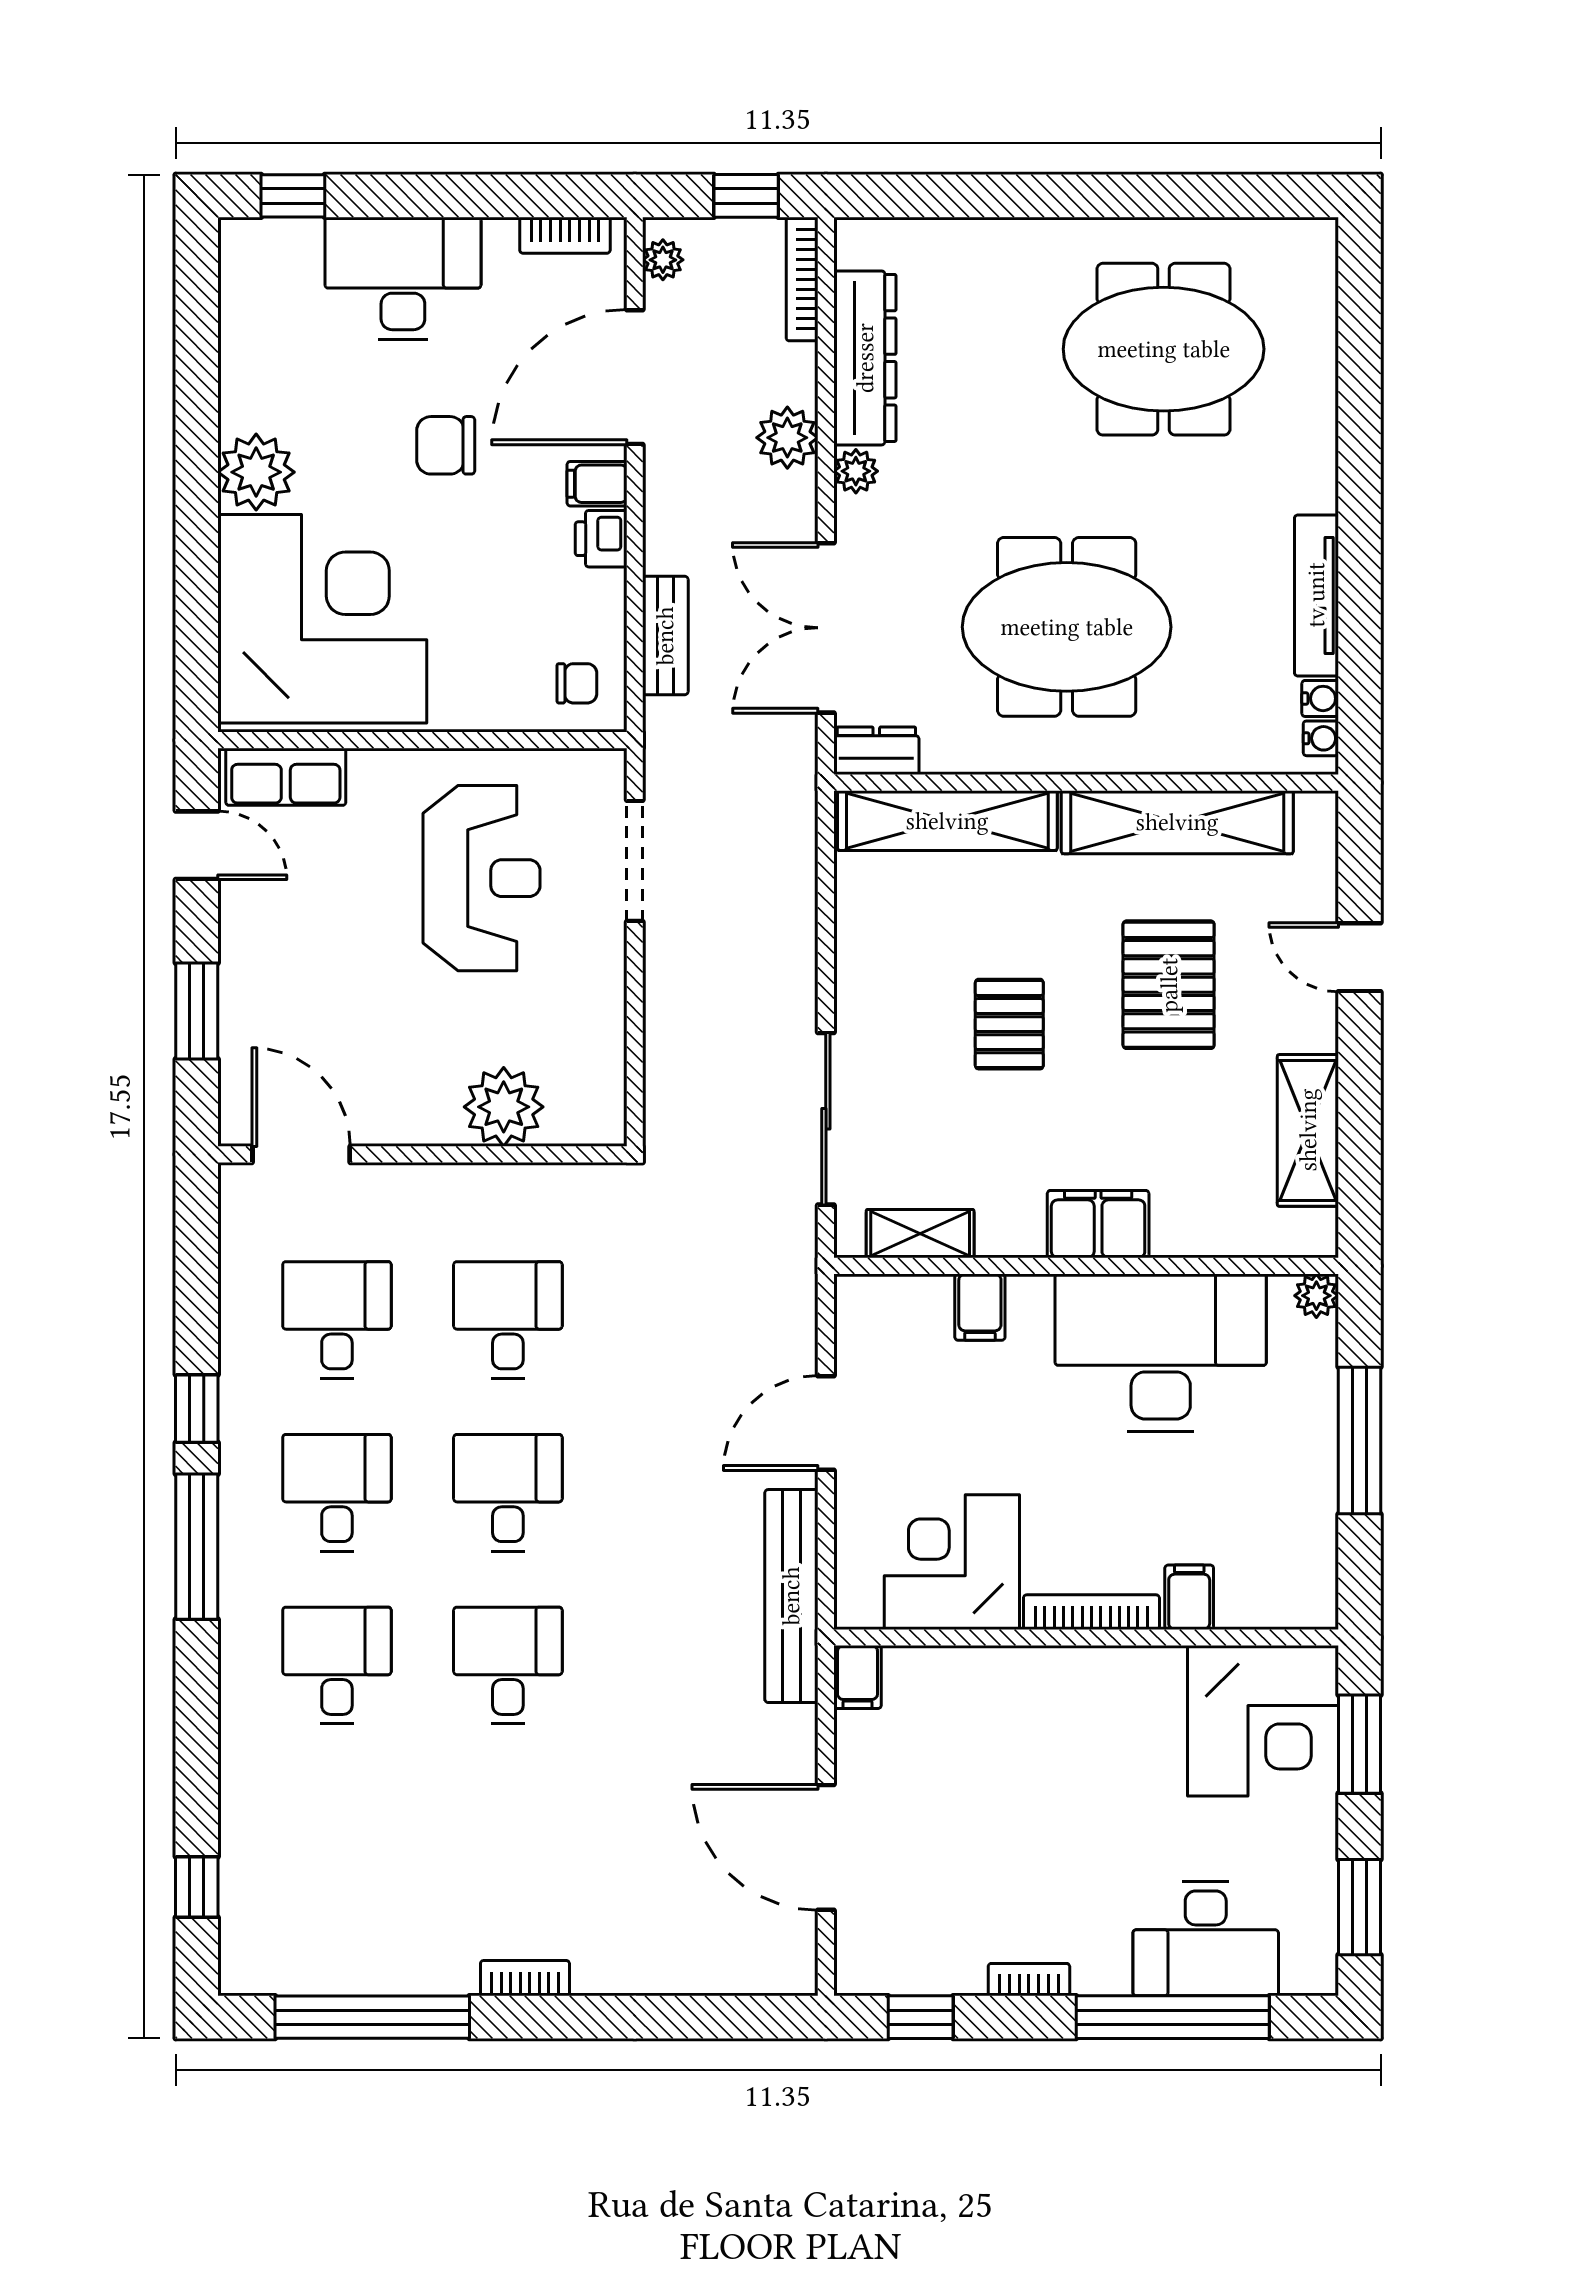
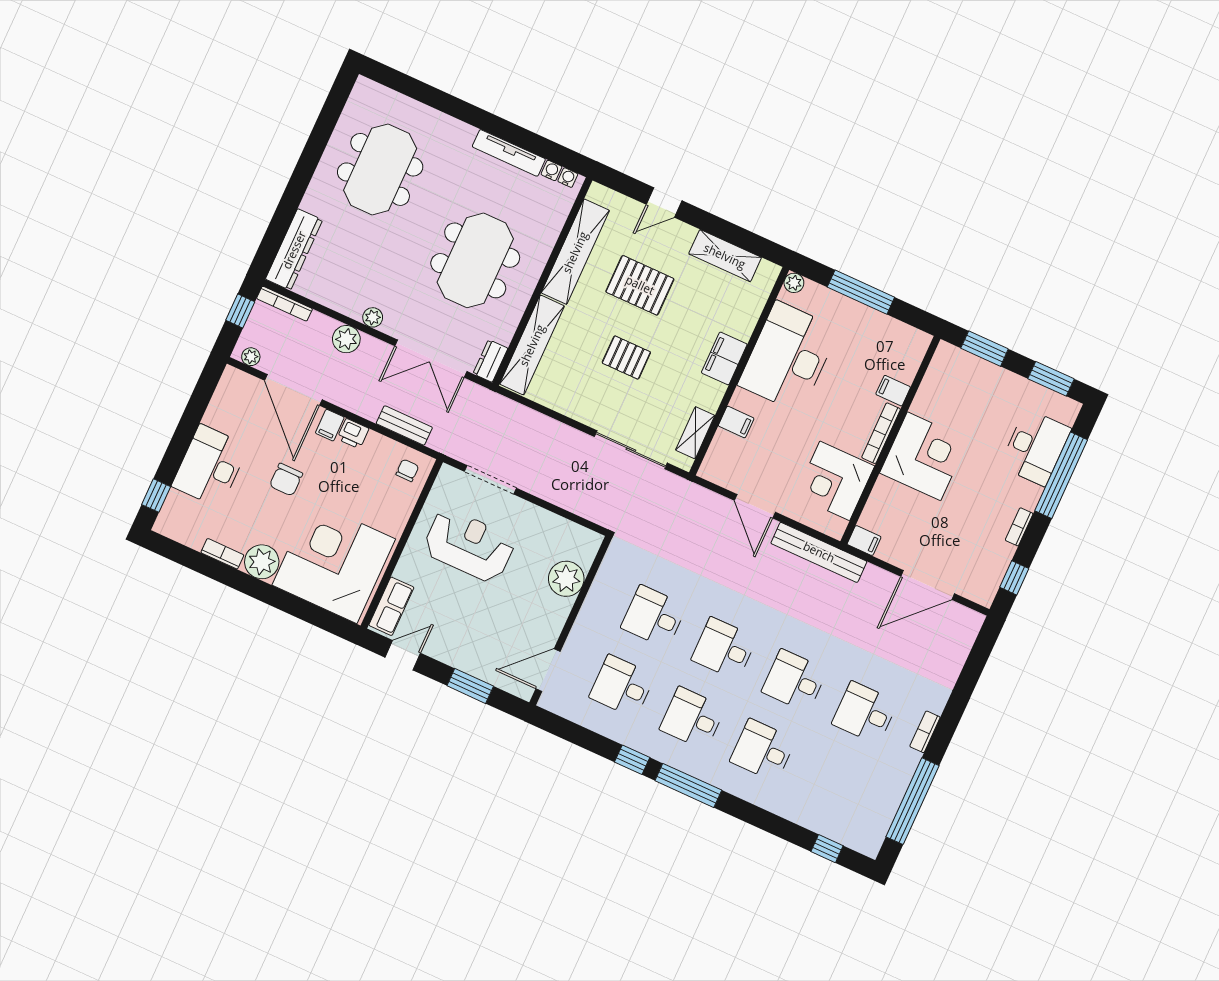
bookcase: (565, 235) -> (222, 554), moved, turned -90
dresser: (865, 358) -> (294, 250), moved, turned 90
corner desk: (1263, 1721) -> (924, 456), moved
desk: (508, 1838) -> (865, 713), added

